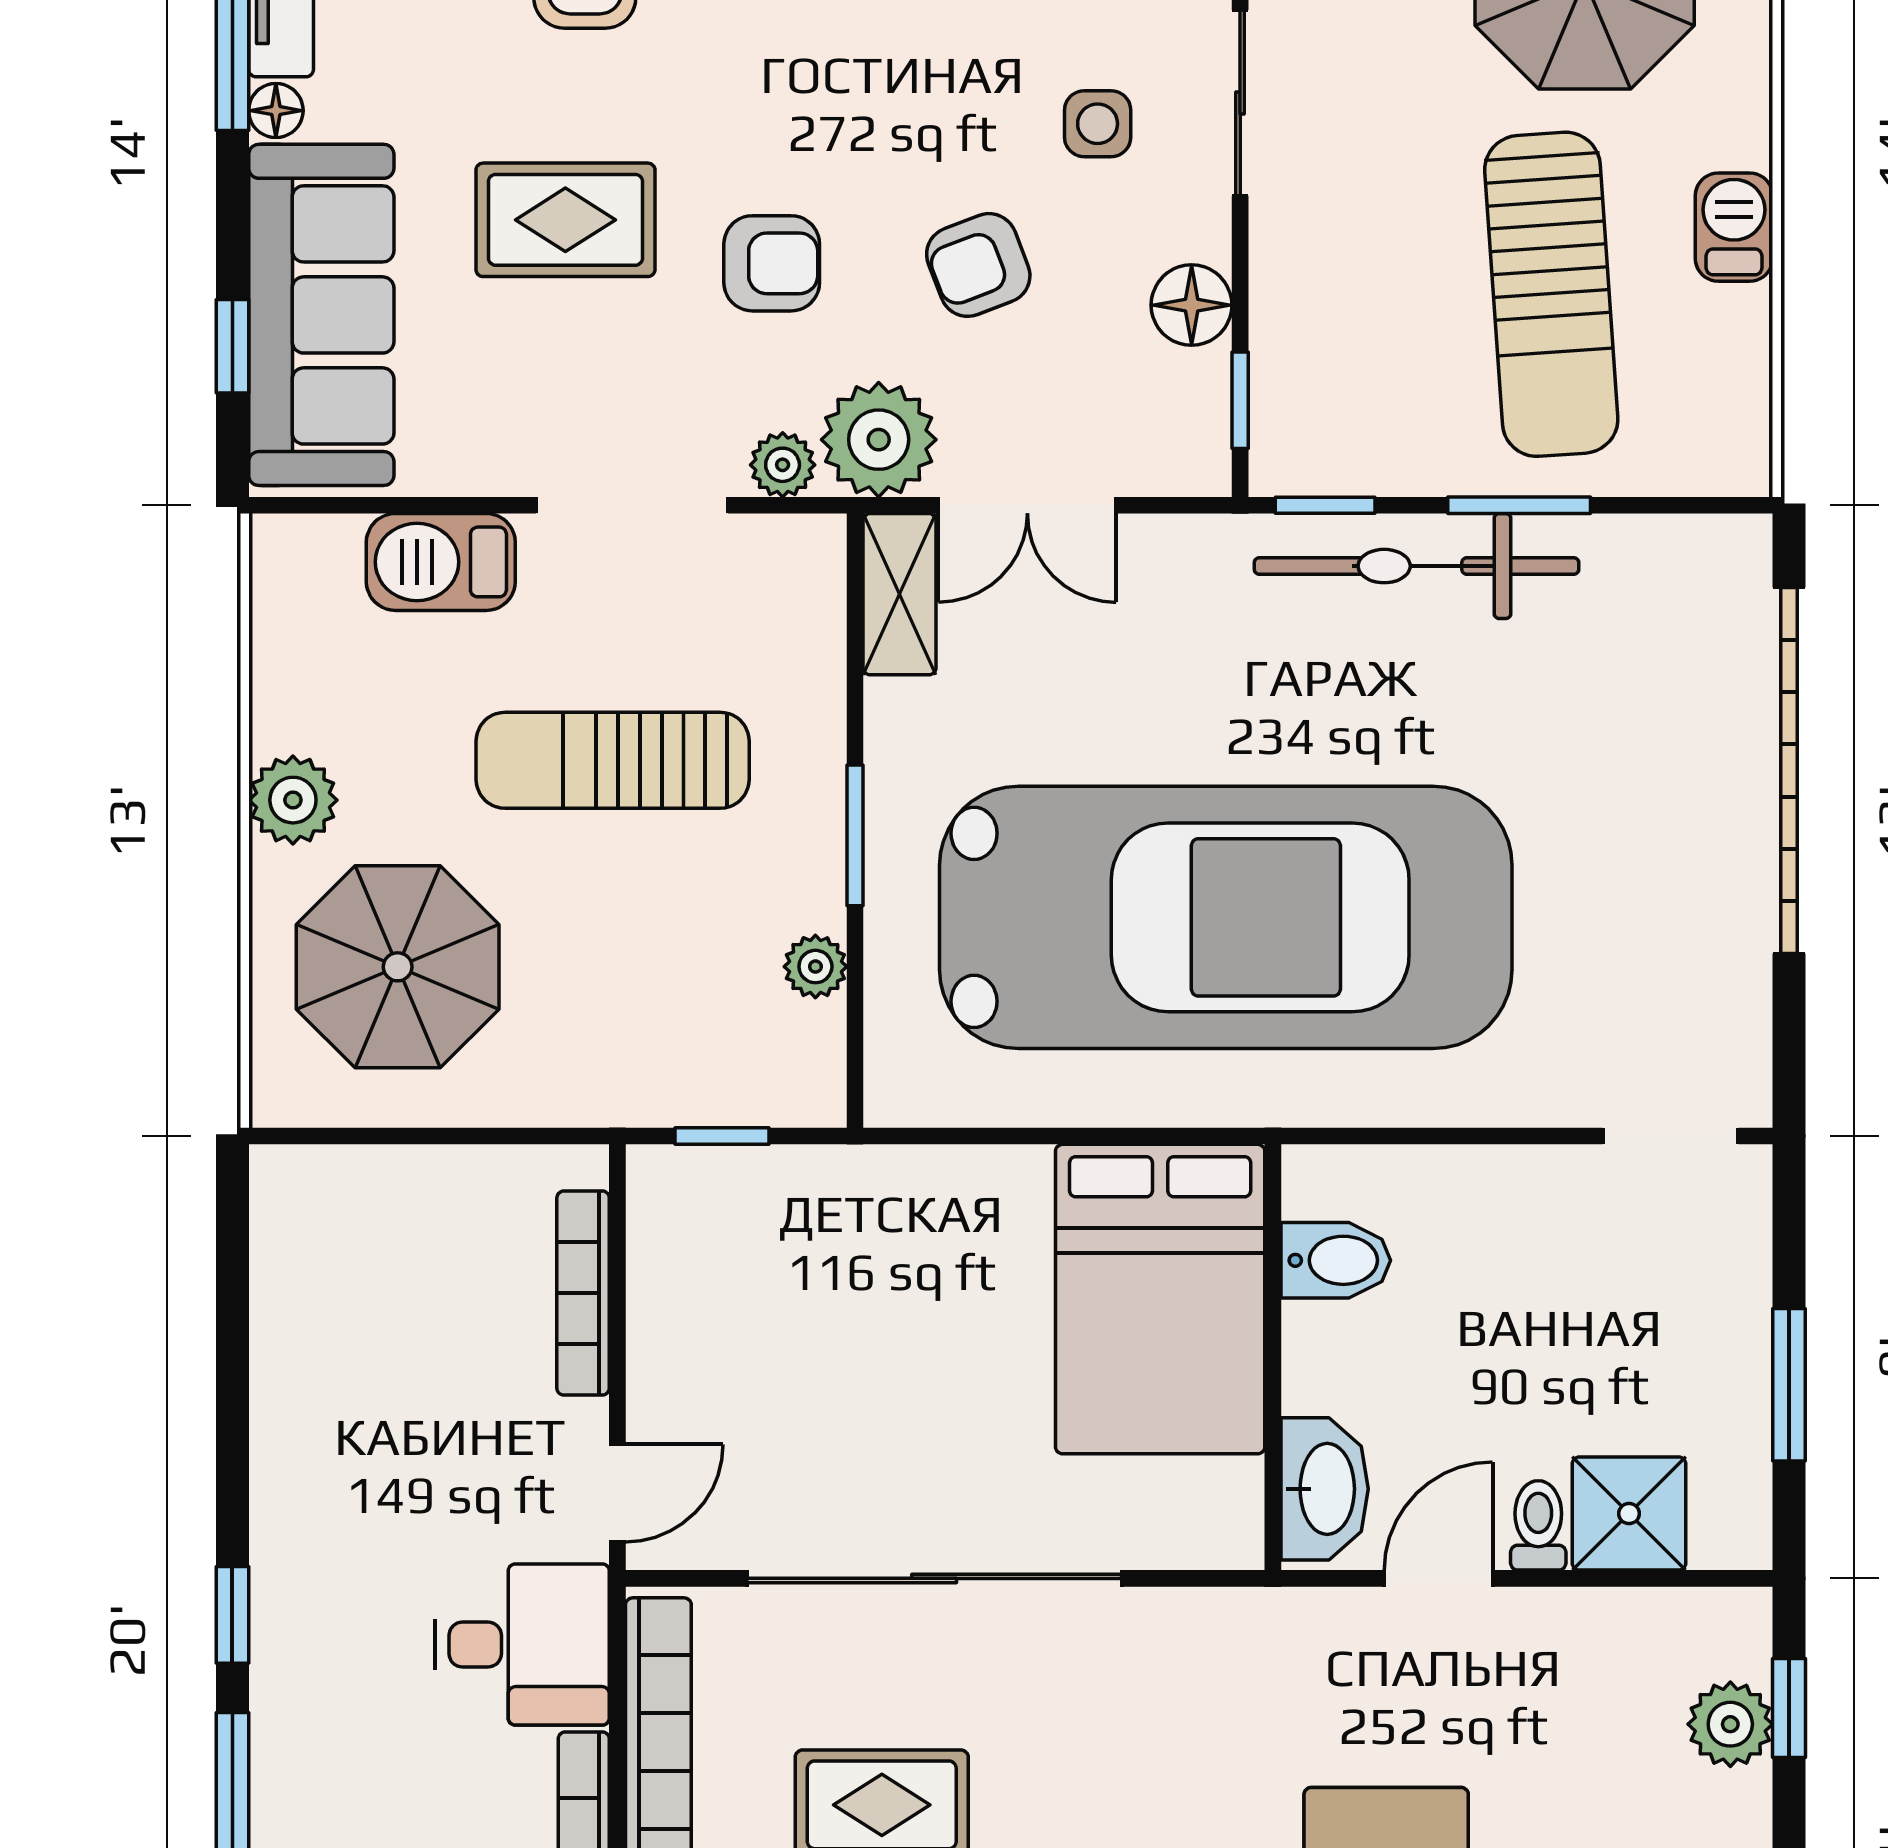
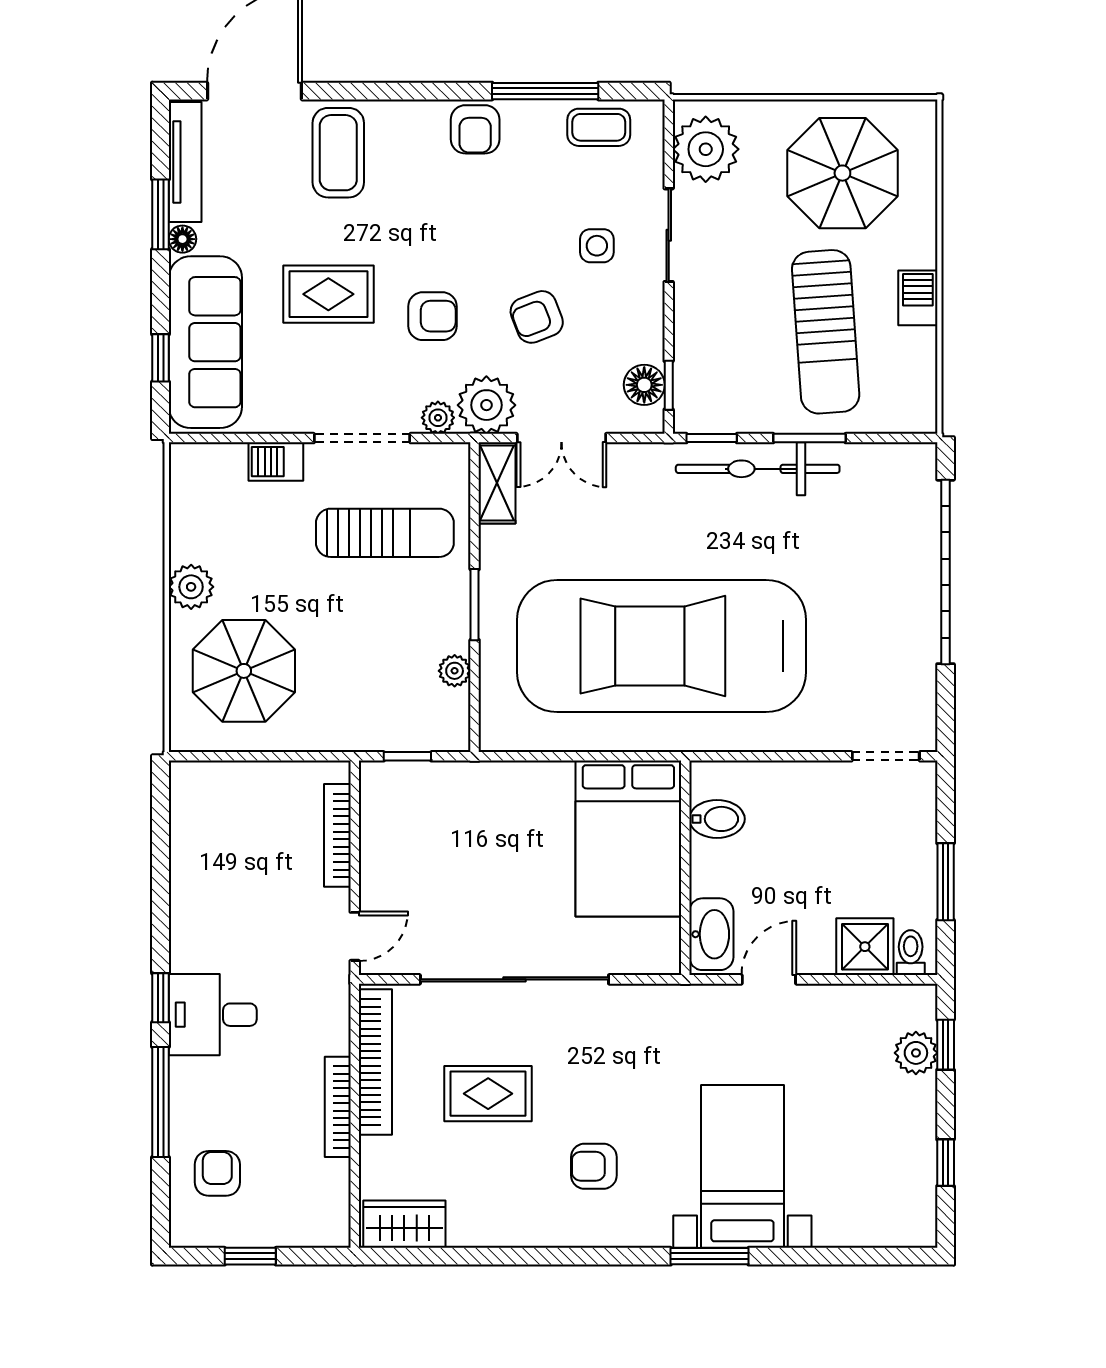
floor lamp: (1192, 305) -> (644, 385), moved
barbecue: (441, 562) -> (276, 462), width x0.73, depth x0.79
sun lounger: (613, 760) -> (385, 533), moved, turned 180
car: (1226, 917) -> (662, 646), turned 180
toilet: (1538, 1525) -> (911, 953), moved
desk: (522, 1645) -> (213, 1015), moved, turned 180

